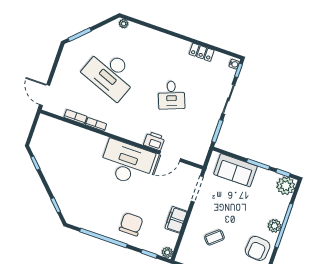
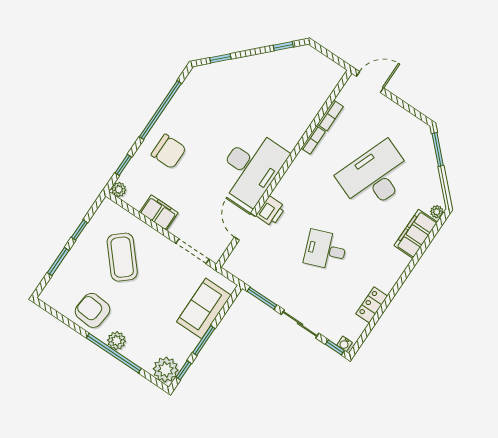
filing cabinet: (143, 34) -> (416, 234), added
coffee table: (214, 237) -> (122, 257), width x1.86, depth x1.72

